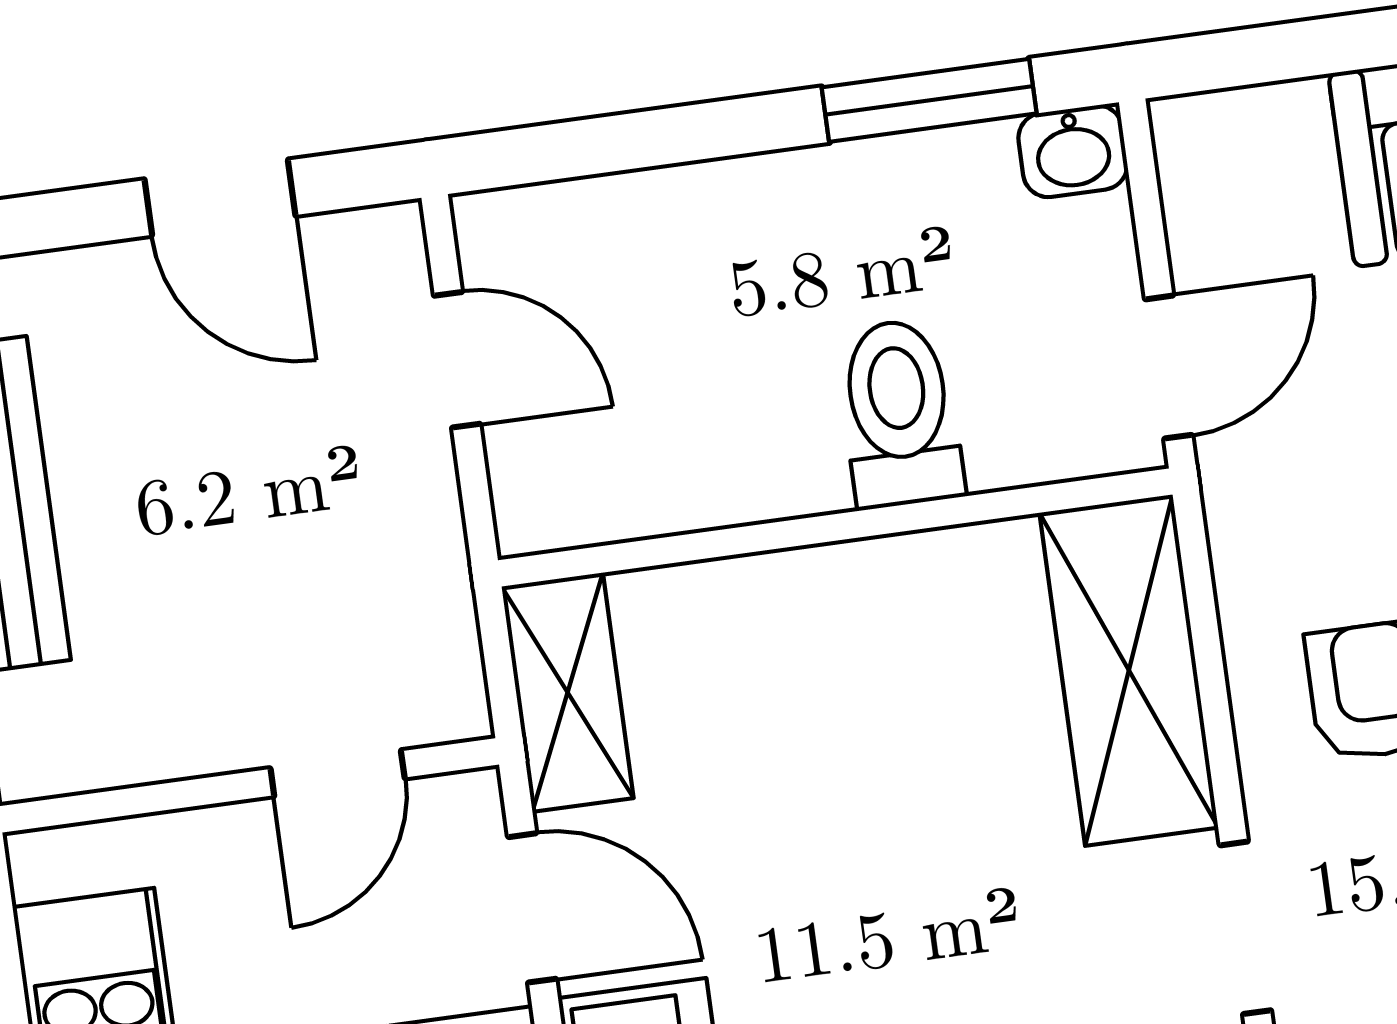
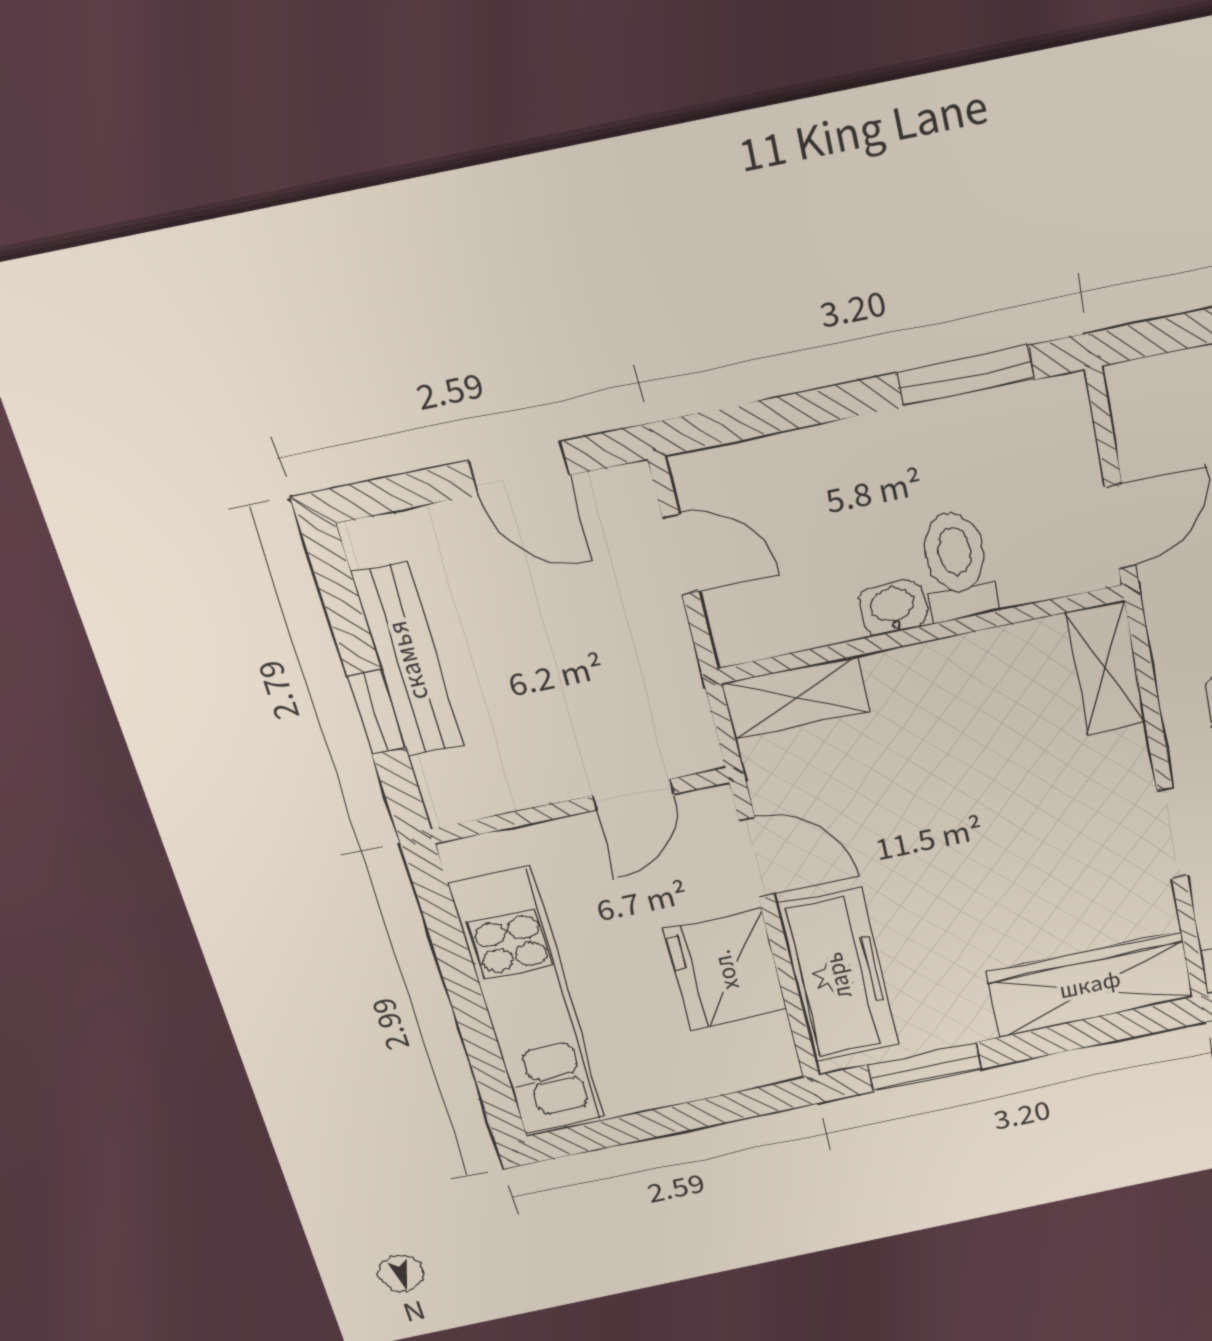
washbasin: (1073, 151) -> (893, 608), moved, turned 180
shelving: (1129, 670) -> (1106, 668), width x0.67, depth x0.75
shelving: (568, 692) -> (796, 698), moved, turned 90

